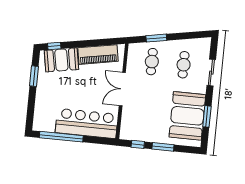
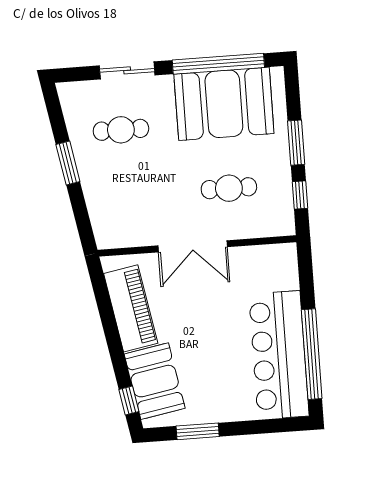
window: (156, 38) -> (68, 163), moved
cafe table: (152, 62) -> (229, 188), moved
window: (207, 116) -> (218, 64), width x2.11
bar counter: (87, 123) -> (279, 355), moved

